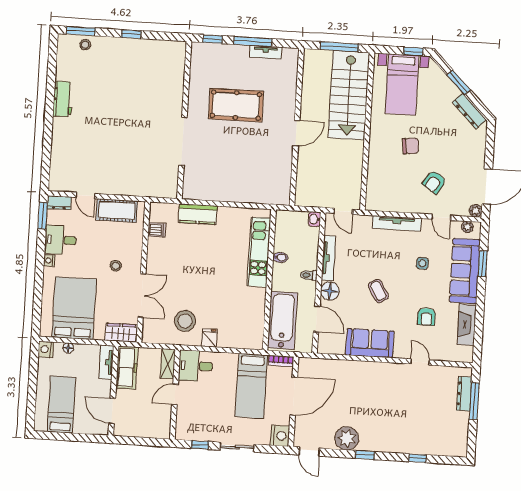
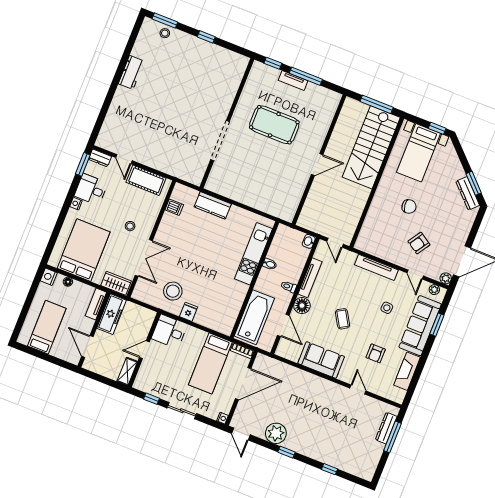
tv unit: (266, 52) -> (293, 81), moved
window: (459, 82) -> (474, 183), moved
shelving: (168, 364) -> (127, 371), moved
nightstand: (280, 436) -> (222, 418), width x0.53, depth x0.56

